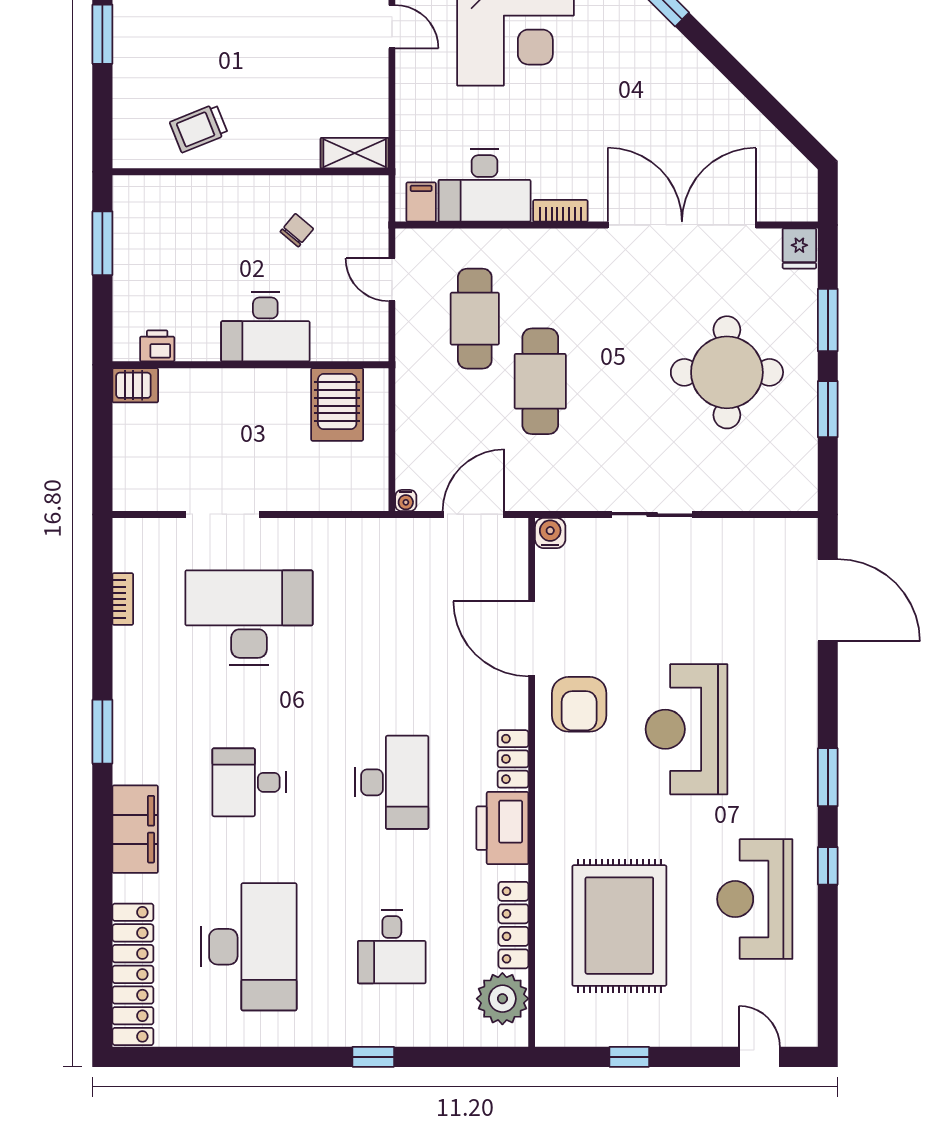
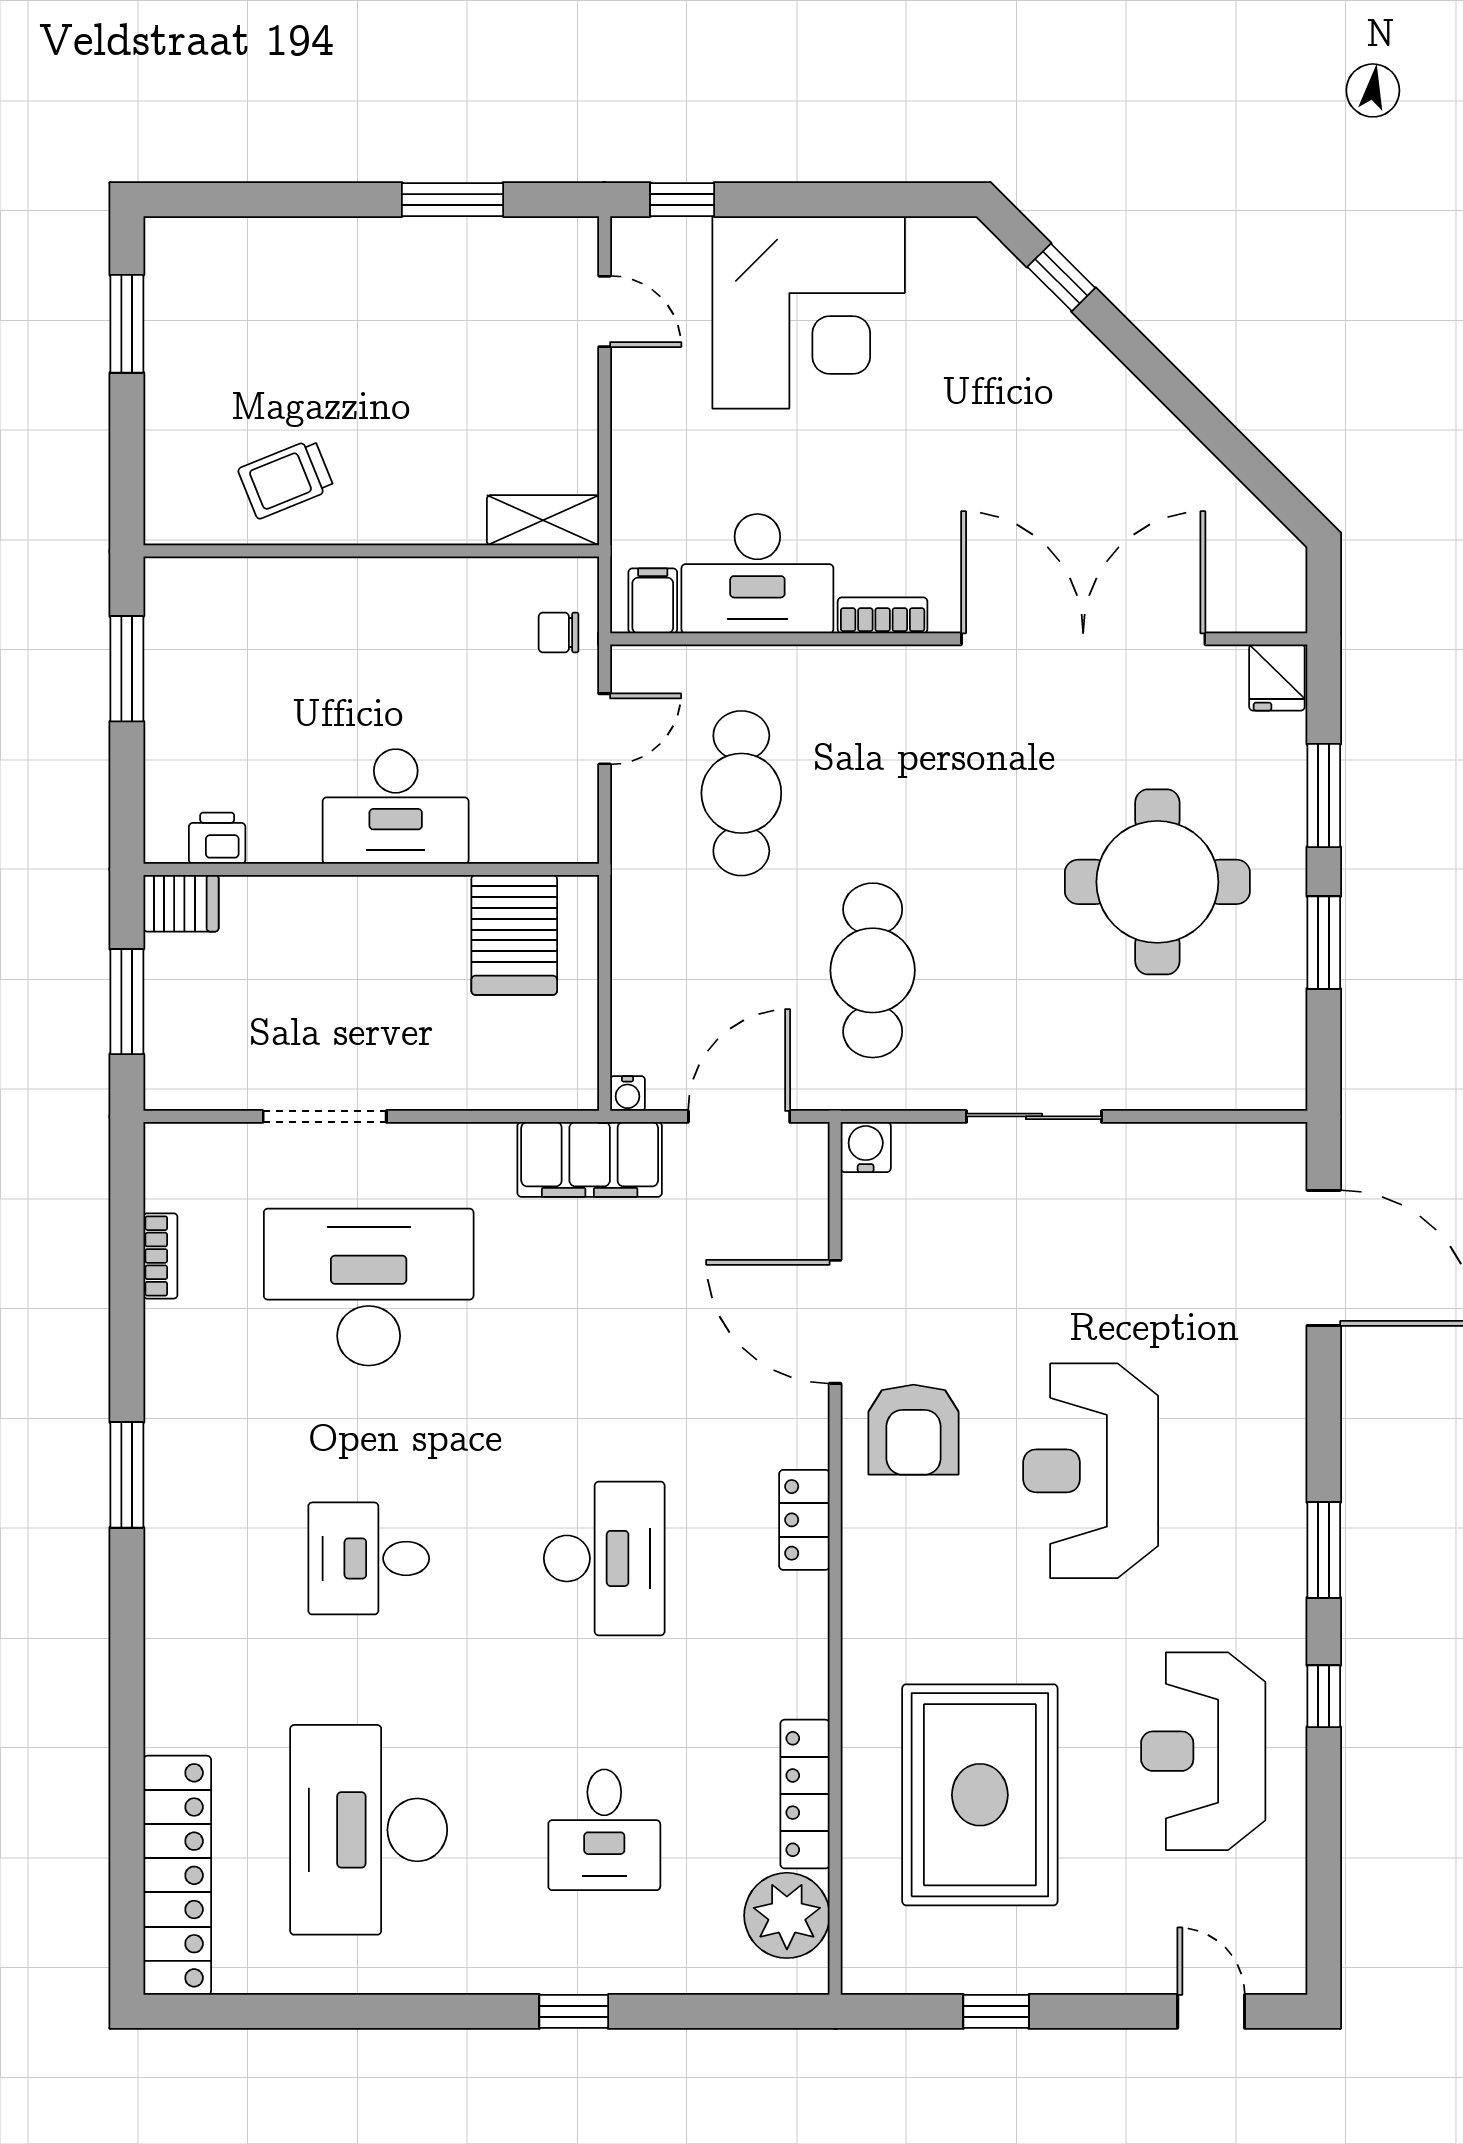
chair: (297, 230) -> (559, 632), moved, turned -130
door: (392, 280) -> (605, 729), swing flipped
cafe table: (540, 381) -> (873, 970), moved
window: (102, 445) -> (127, 1002), added
printer: (502, 828) -> (787, 1634), removed
filing cabinet: (135, 829) -> (590, 1159), moved, turned 90
desk: (249, 947) -> (369, 1830), turned 180

